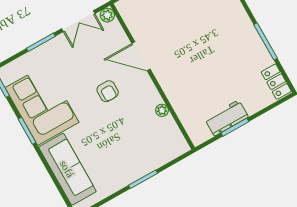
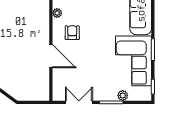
plant: (107, 15) -> (123, 95), moved
armchair: (108, 91) -> (72, 33), moved

